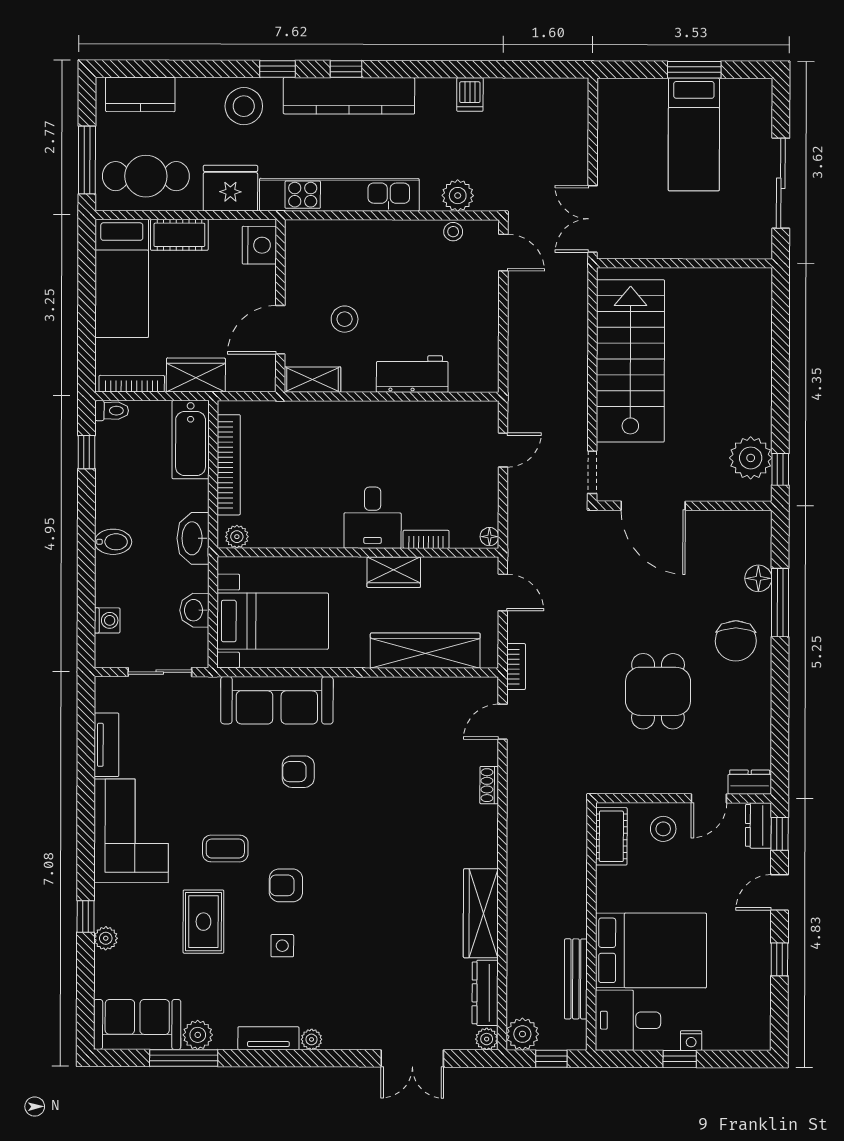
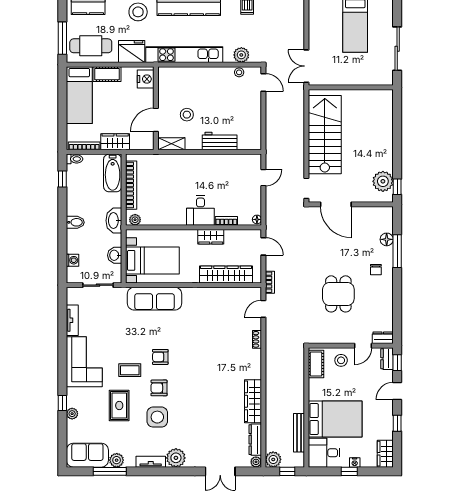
chair: (736, 641) -> (376, 270), width x0.54, depth x0.54
armchair: (298, 772) -> (160, 357), moved
side table: (282, 946) -> (157, 417), width x1.87, depth x1.87
wardrobe: (755, 1022) -> (385, 454), added
plant: (312, 1039) -> (176, 458), width x1.88, depth x1.88

